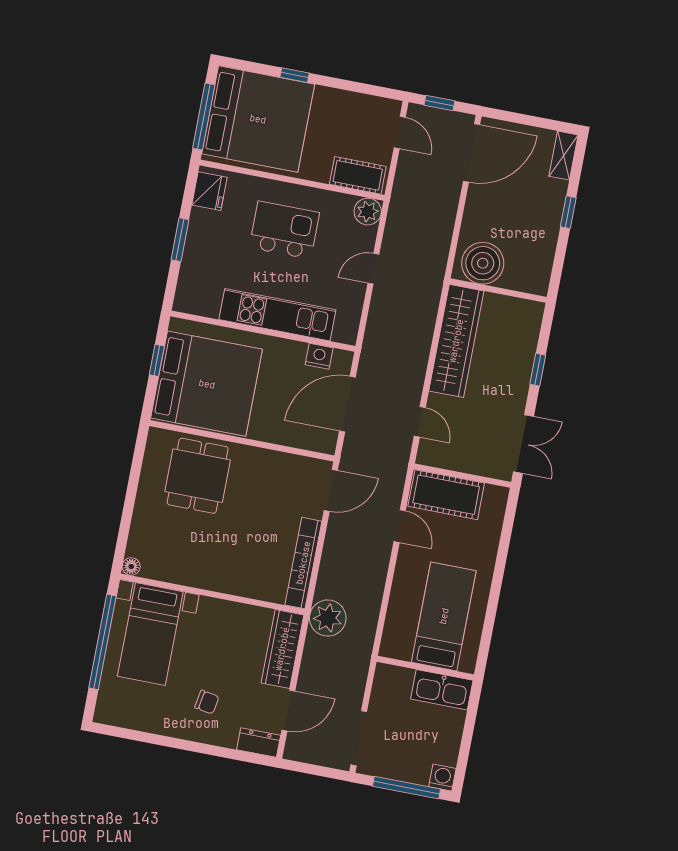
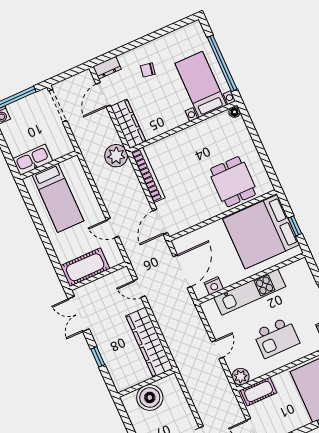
boiler: (483, 263) -> (150, 398), moved
cot: (446, 495) -> (85, 267), moved

